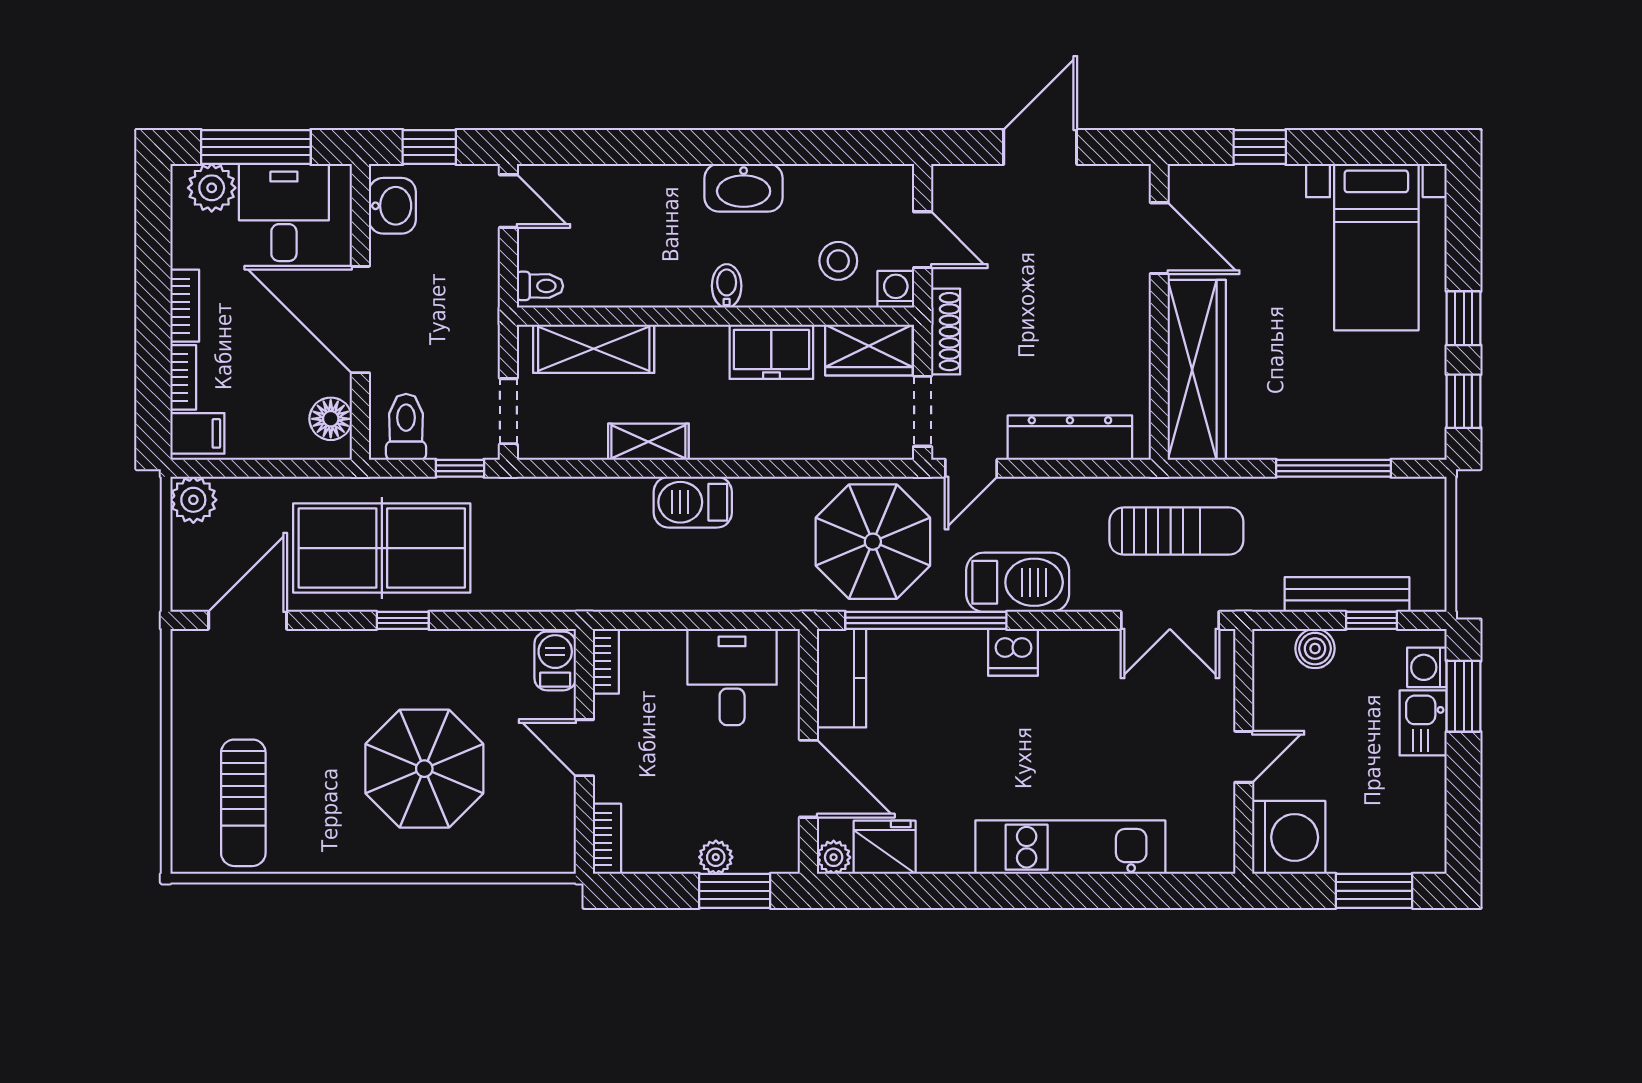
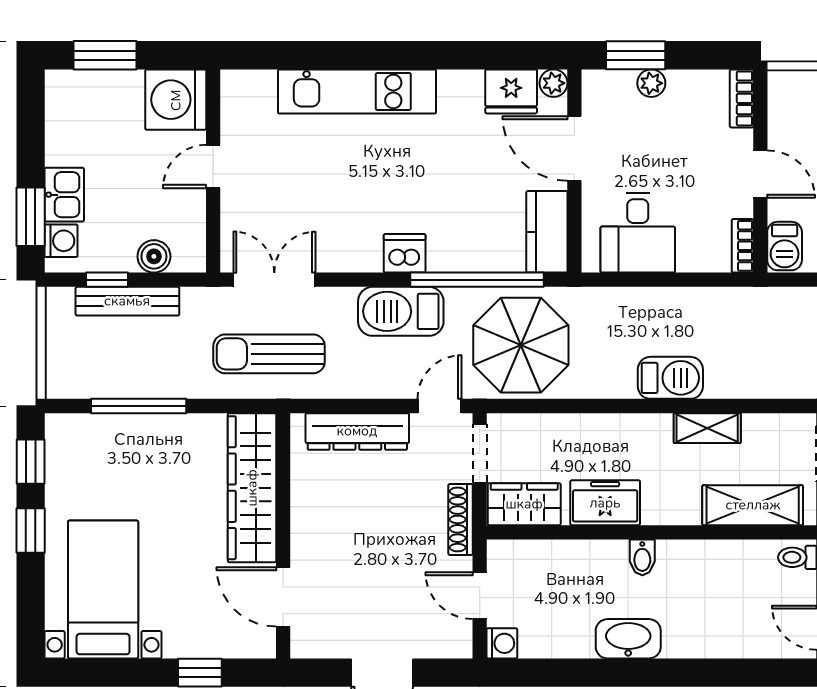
stool: (838, 261) -> (550, 578), removed
washing machine: (896, 289) -> (502, 643), moved, turned -90

